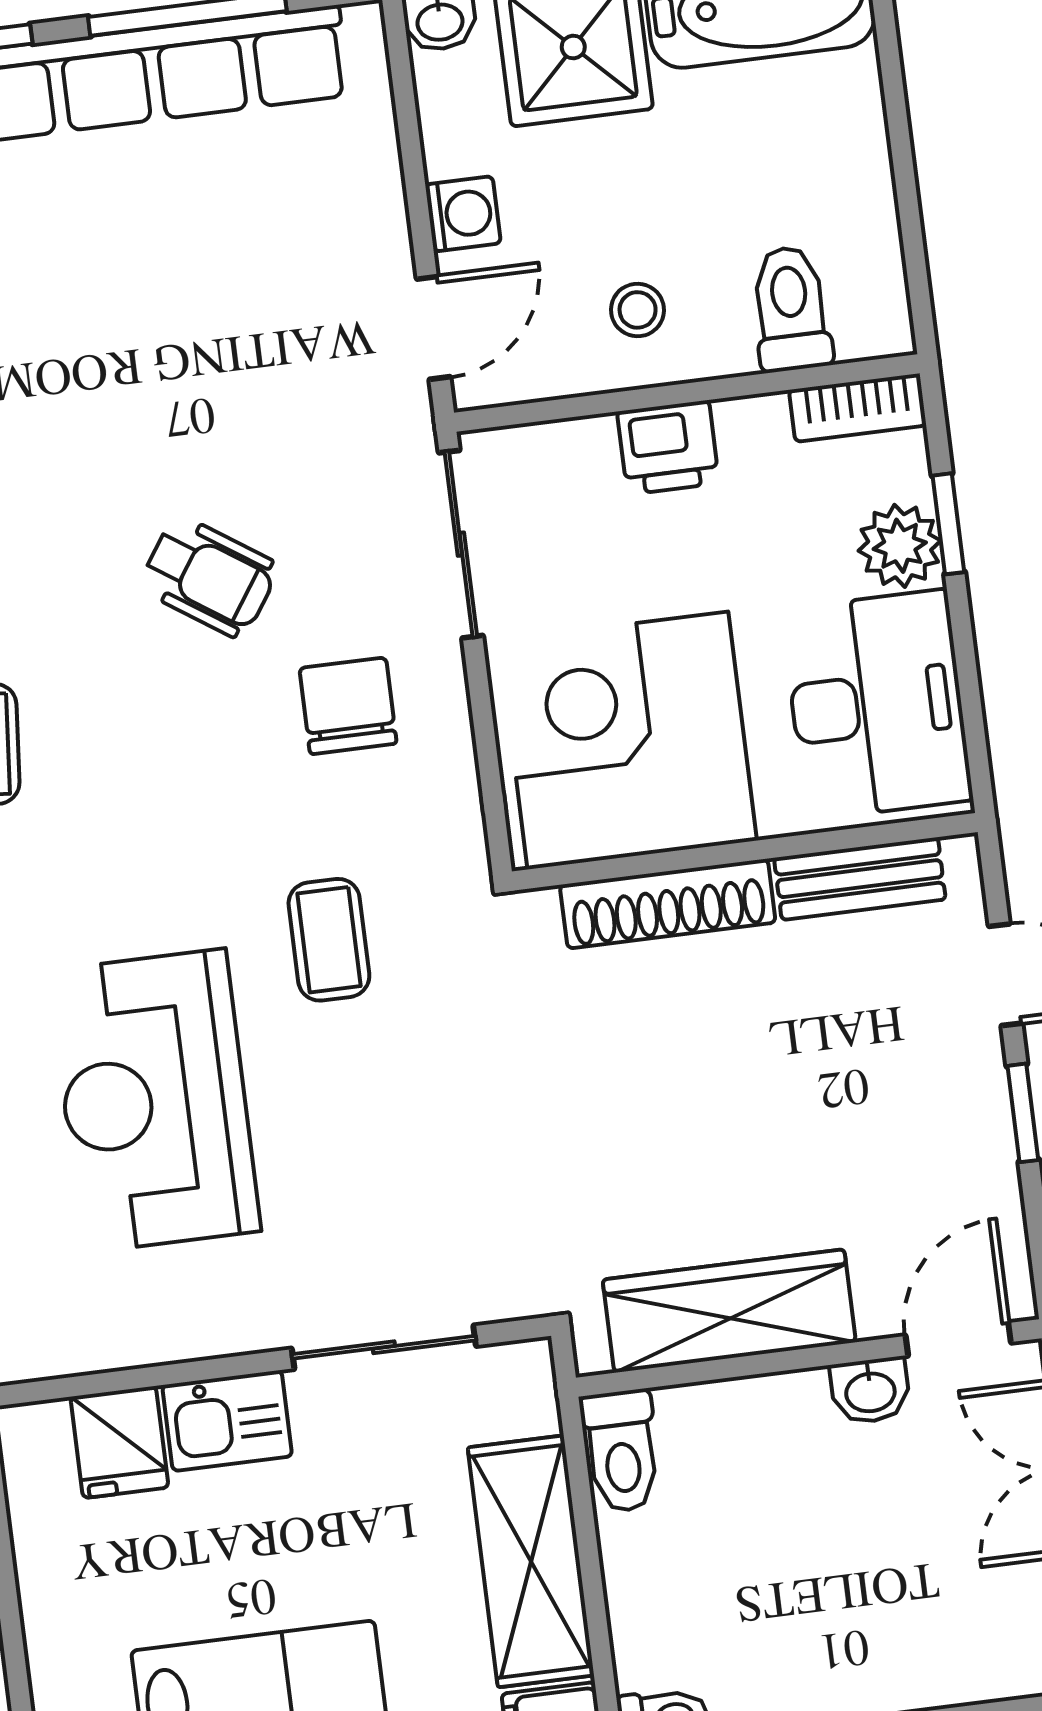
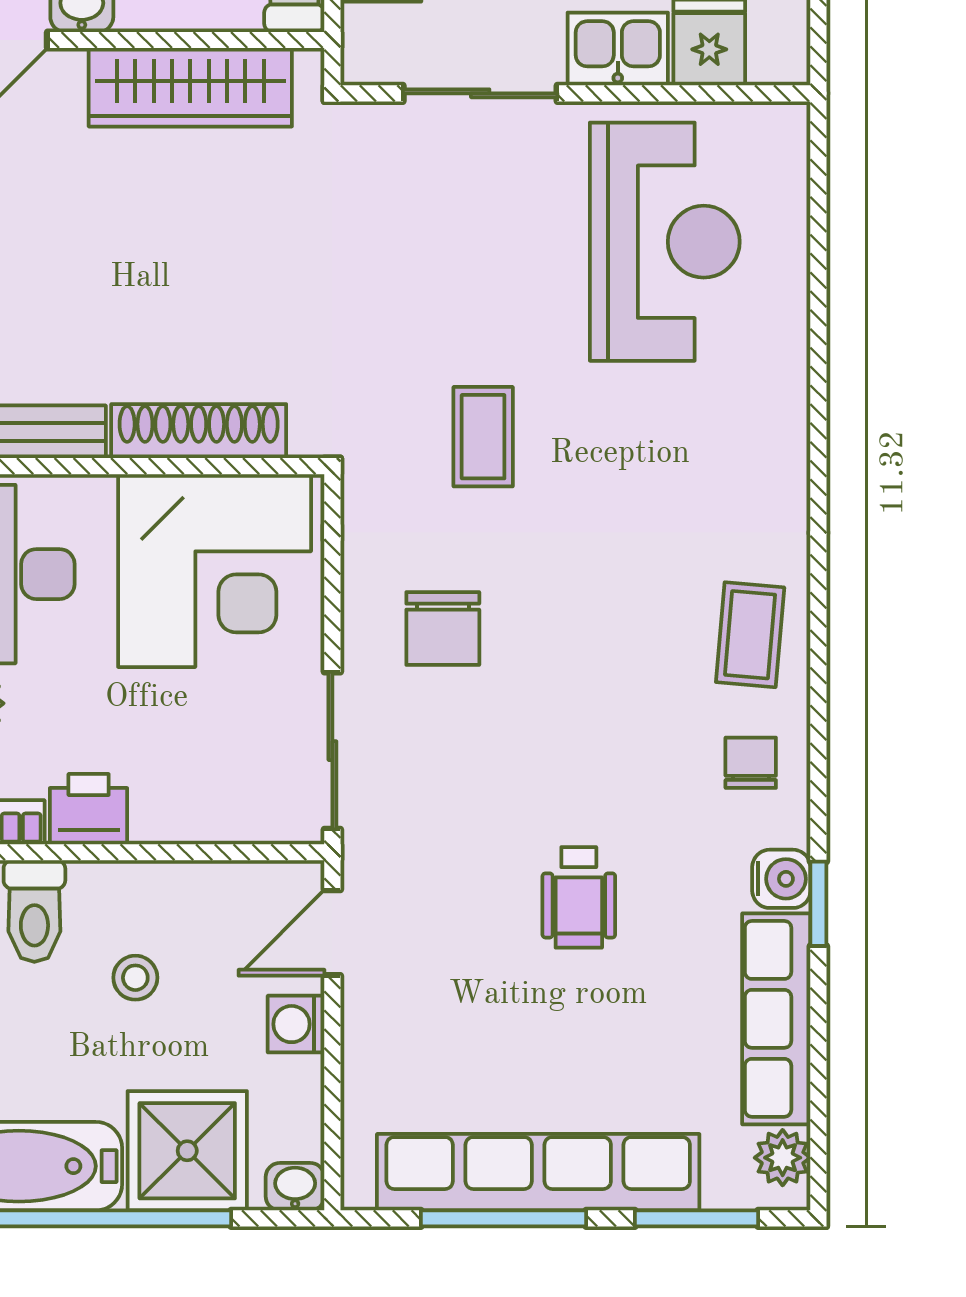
stool: (638, 310) -> (135, 978), moved
printer: (668, 447) -> (89, 809), moved
wheelchair: (209, 577) -> (579, 897), moved, turned -124
reception desk: (155, 1101) -> (665, 242), moved

